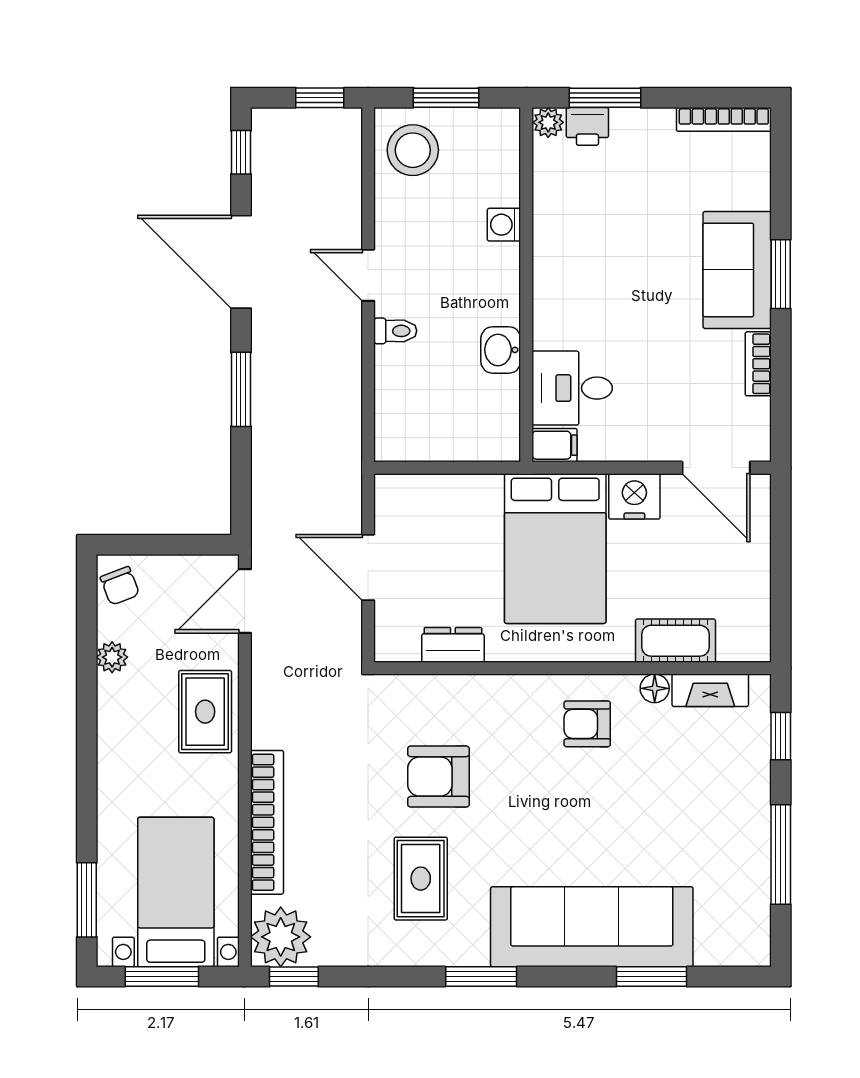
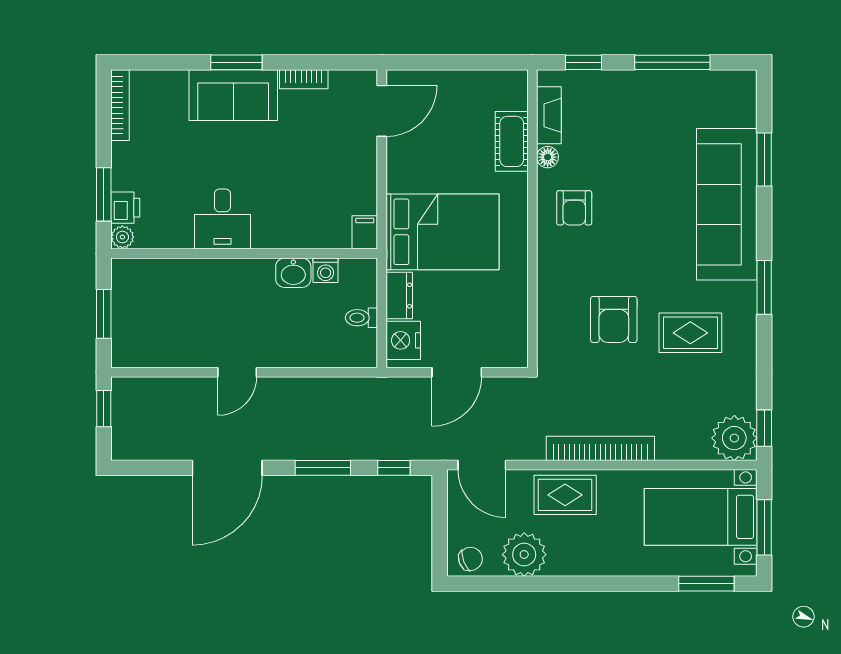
stool: (413, 150) -> (143, 339), removed
window: (241, 152) -> (394, 468), moved
washing machine: (504, 225) -> (326, 270), moved
toilet: (395, 331) -> (361, 318), moved, turned -90
desk: (572, 388) -> (222, 219), moved
nightstand: (634, 496) -> (403, 340), moved
dresser: (453, 645) -> (399, 296), moved, turned 180
plant: (112, 657) -> (524, 555), width x1.88, depth x1.88
bookcase: (267, 822) -> (600, 448), moved

